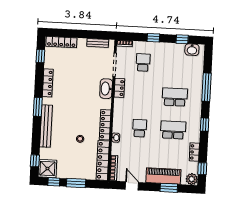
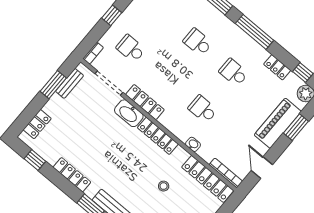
window: (90, 34) -> (53, 85), added
locker: (61, 42) -> (37, 124), width x0.66
locker: (119, 88) -> (145, 102), width x1.53
school desk: (175, 97) -> (198, 42), width x0.54
locker: (105, 125) -> (158, 136), moved
window: (205, 125) -> (255, 32), width x2.17
school desk: (173, 130) -> (234, 72), width x0.54
door: (132, 186) -> (262, 168), hinge flipped

